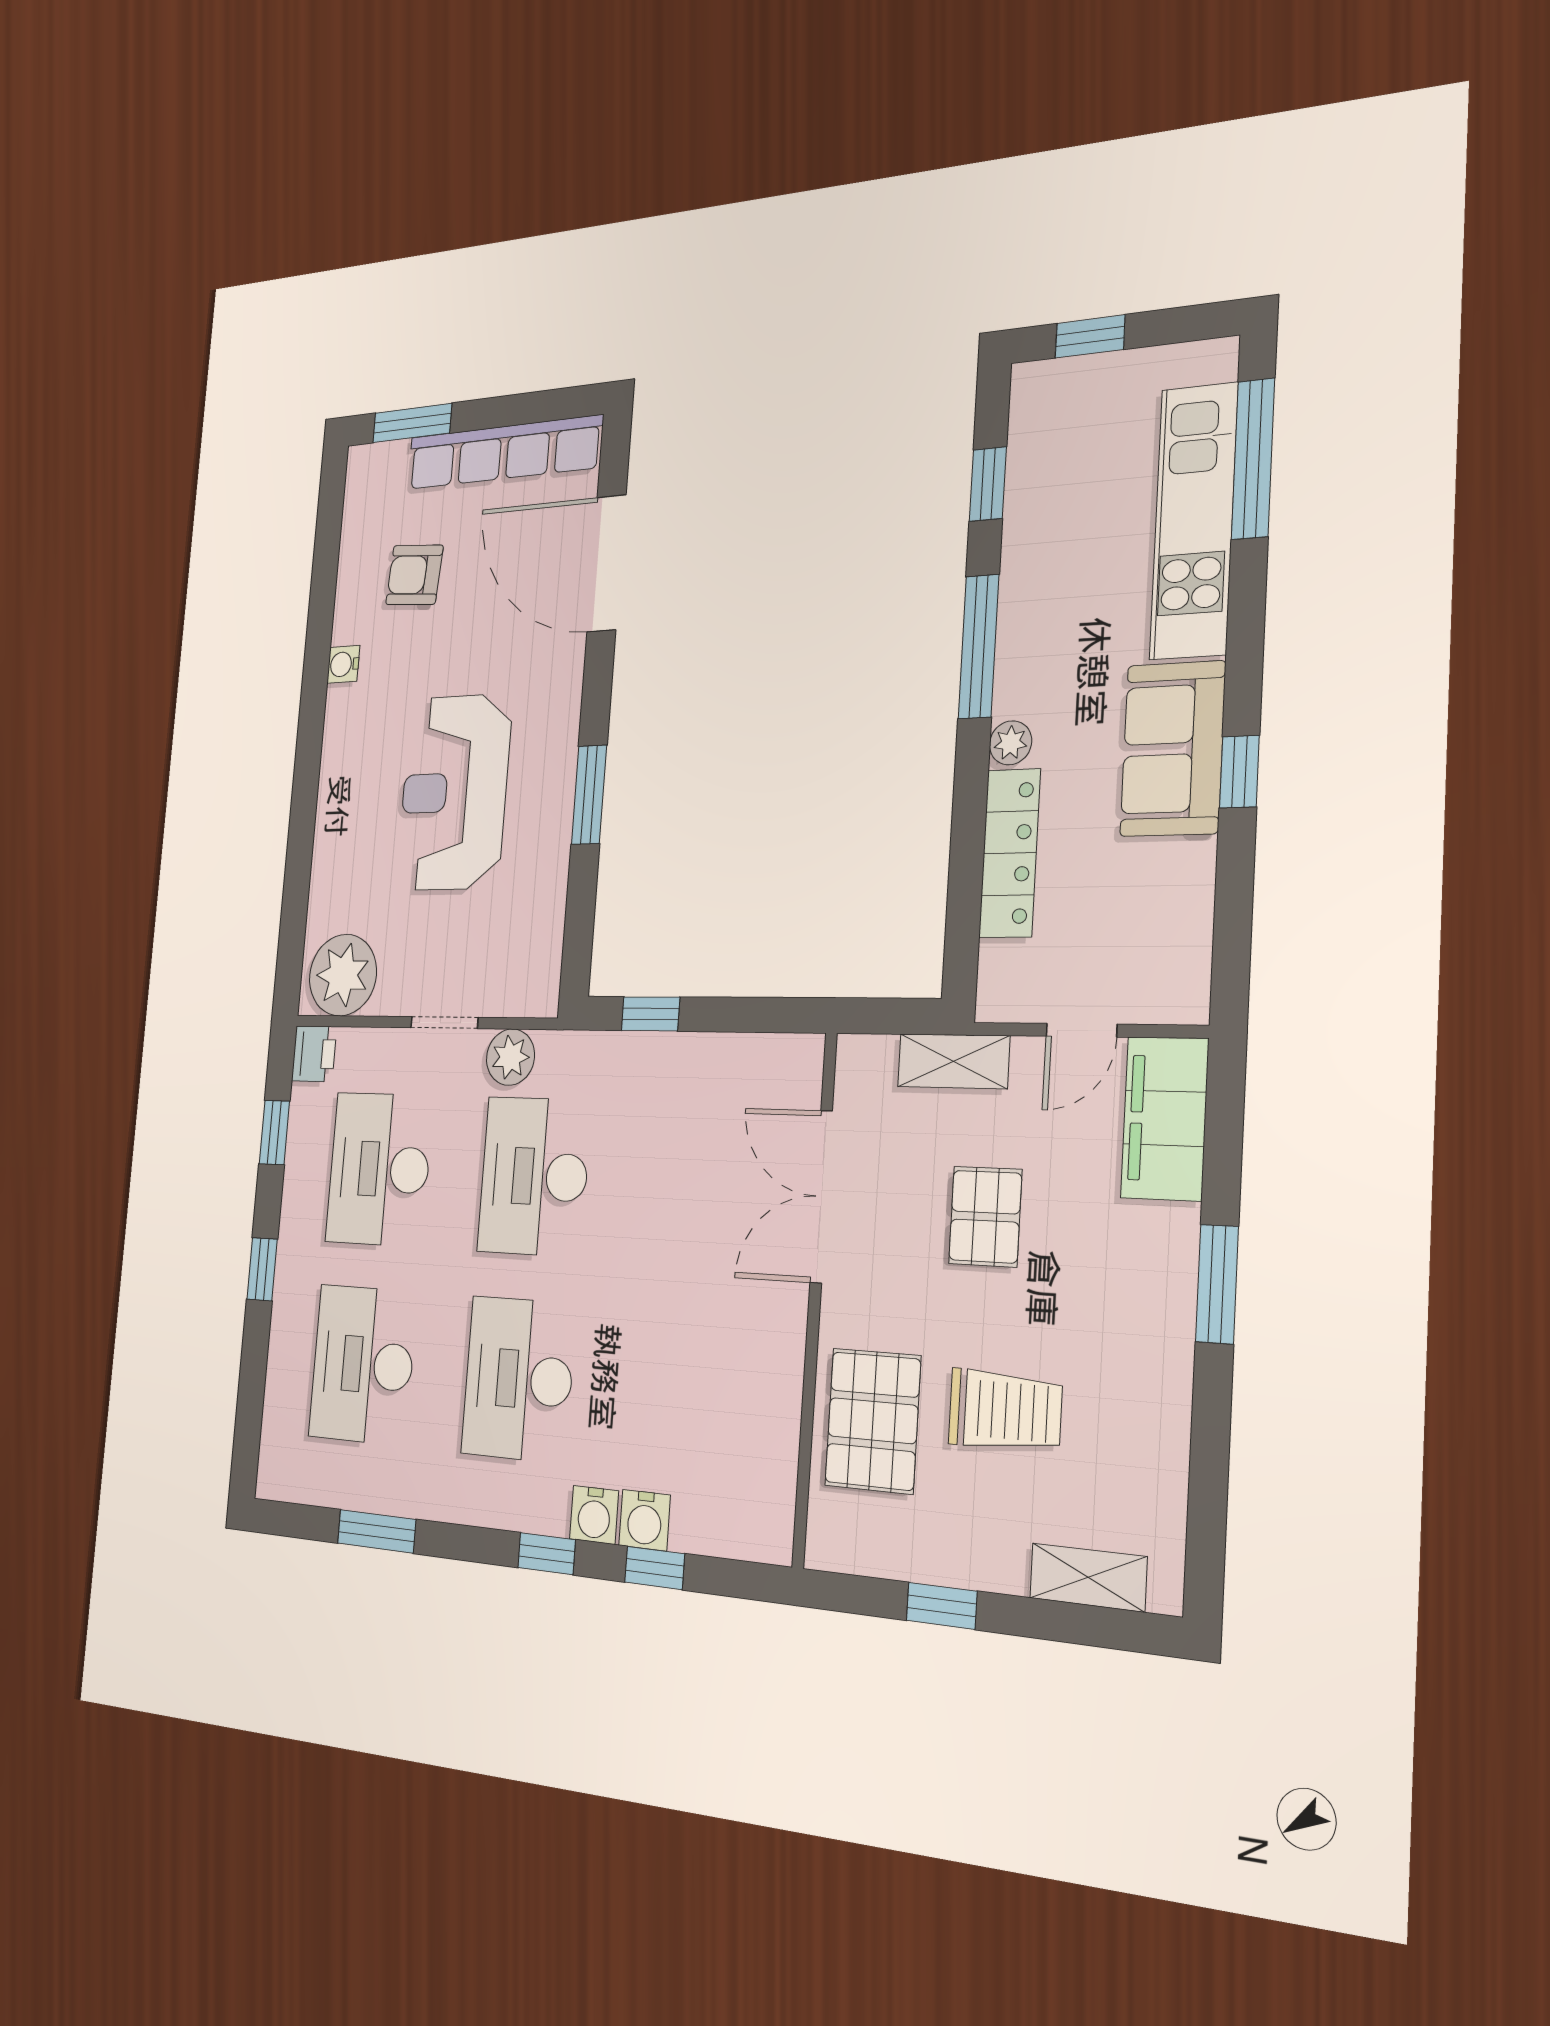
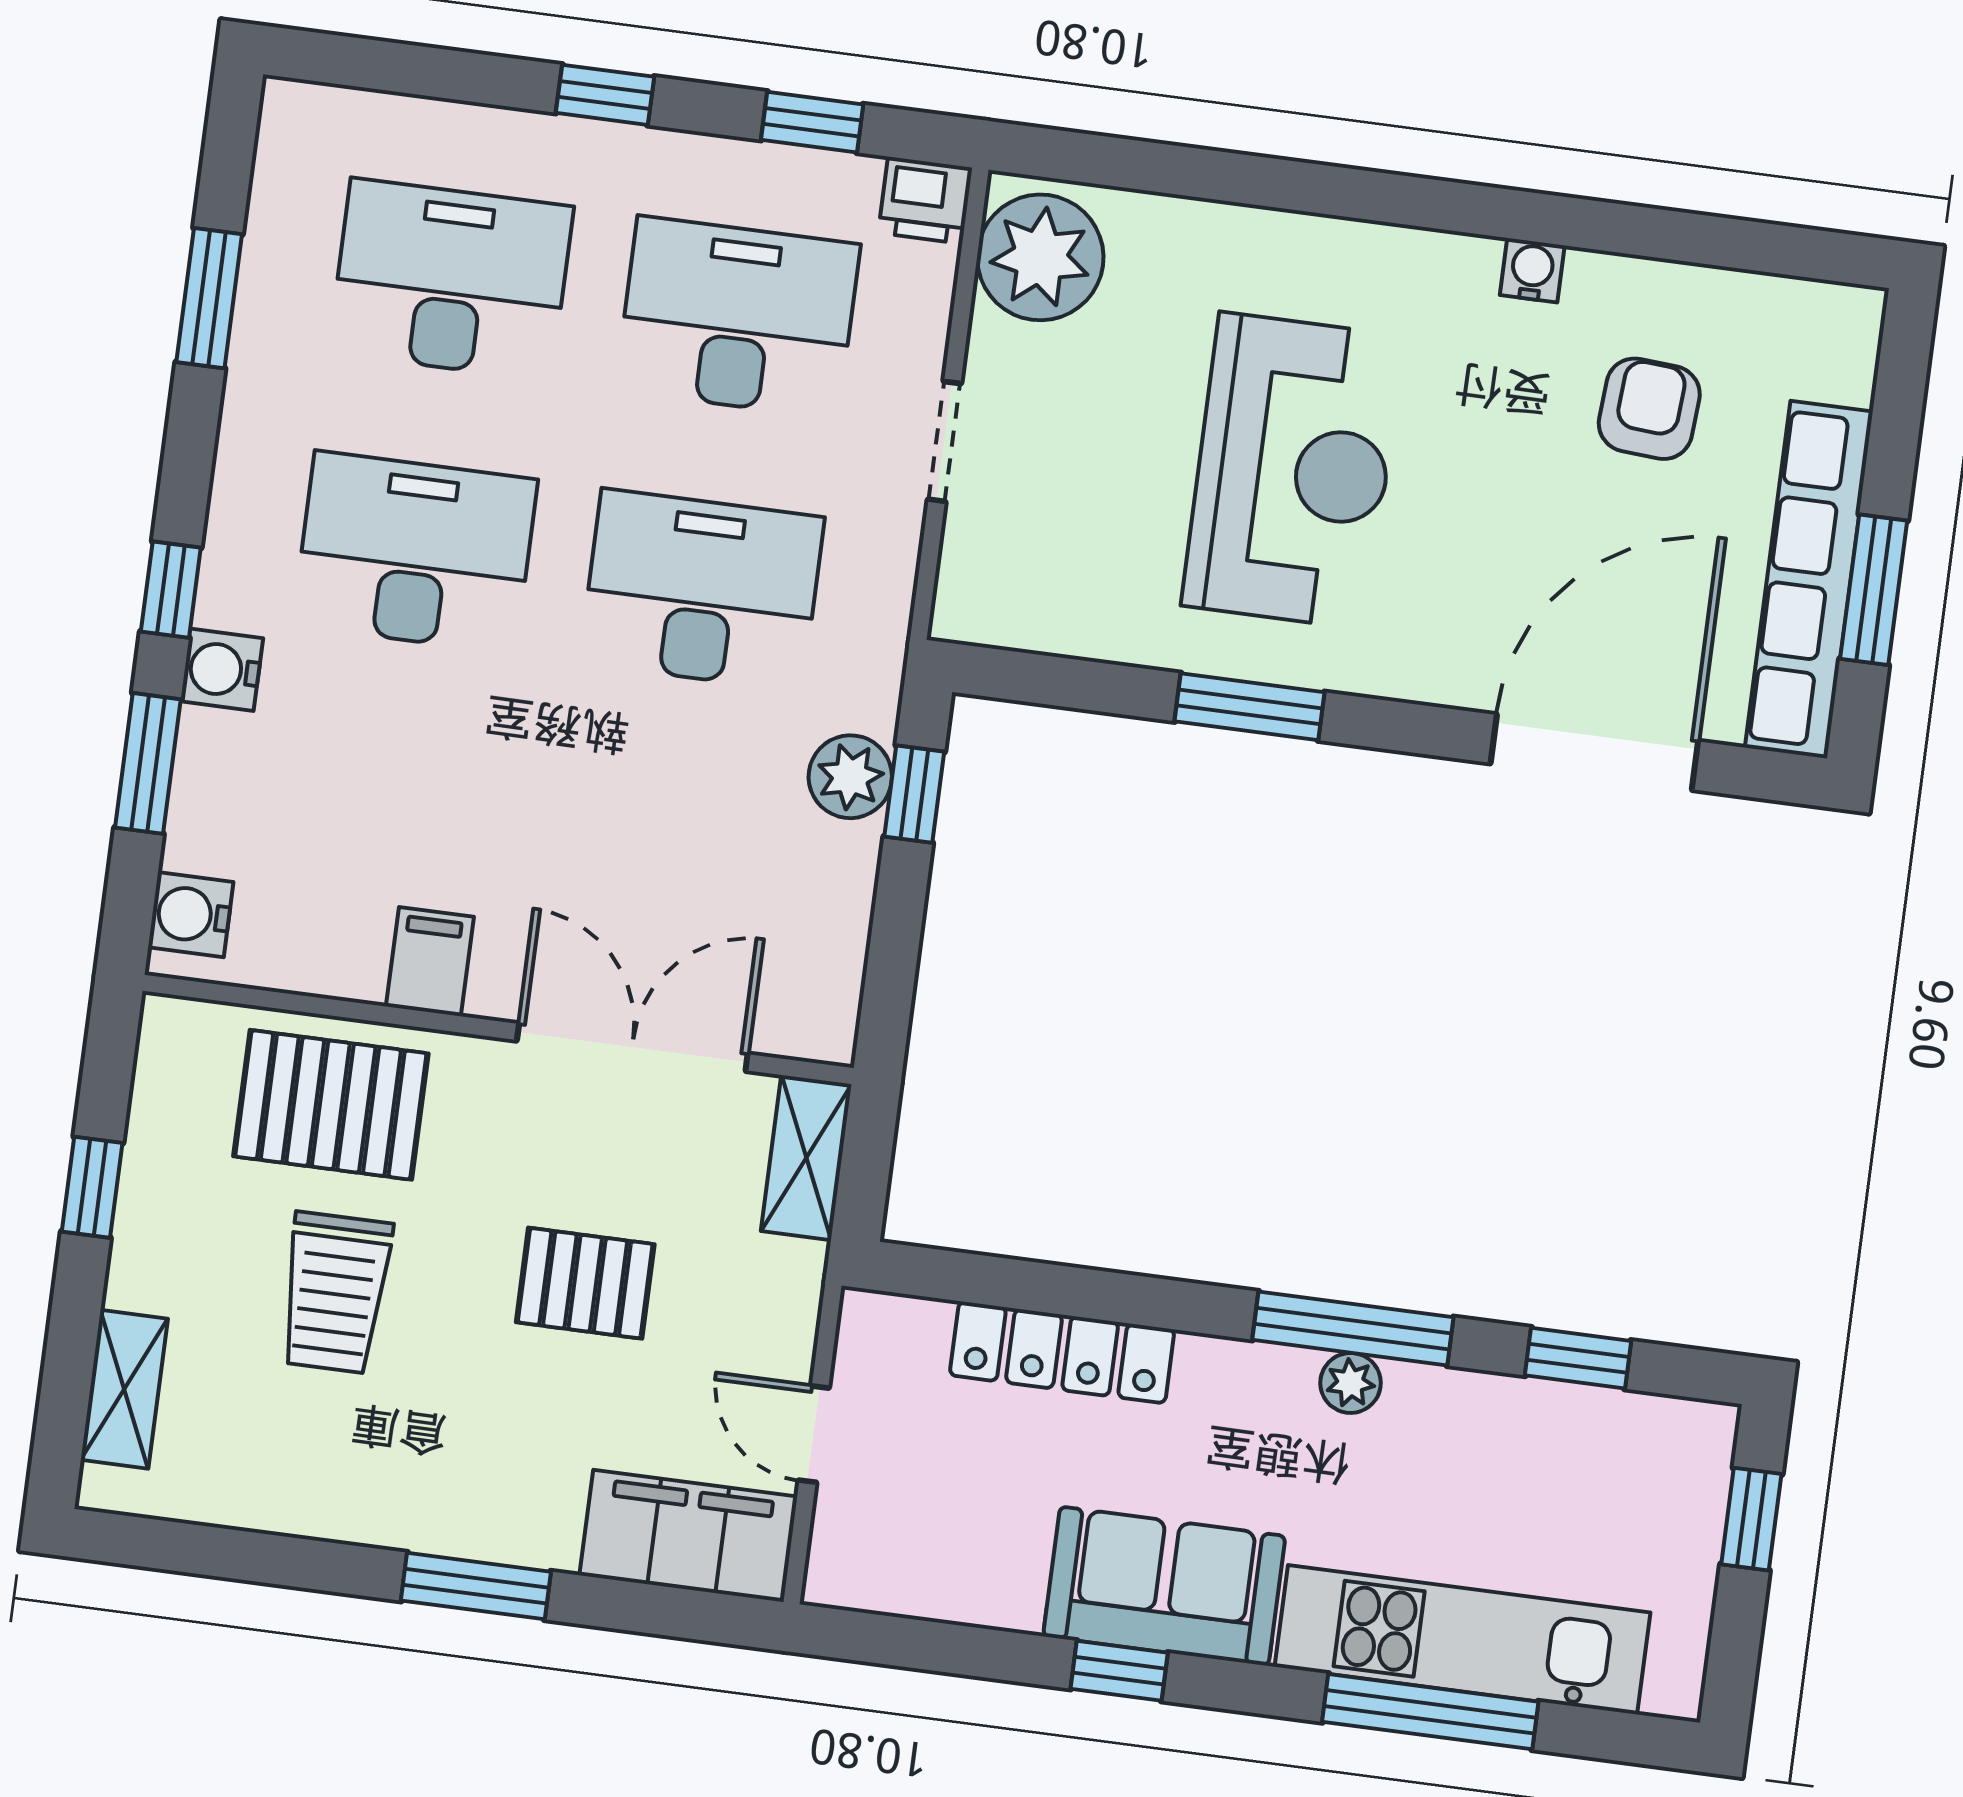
window: (412, 423) -> (1874, 590), moved
window: (1253, 459) -> (1430, 1712), moved
plant: (1011, 743) -> (1351, 1383), moved
reception desk: (454, 792) -> (1293, 471), turned 90
plant: (510, 1057) -> (850, 777), moved
shelving: (953, 1061) -> (806, 1158), moved
filing cabinet: (773, 1351) -> (430, 962), added
water cooler: (645, 1520) -> (191, 915), moved
window: (655, 1568) -> (148, 763), width x1.50

